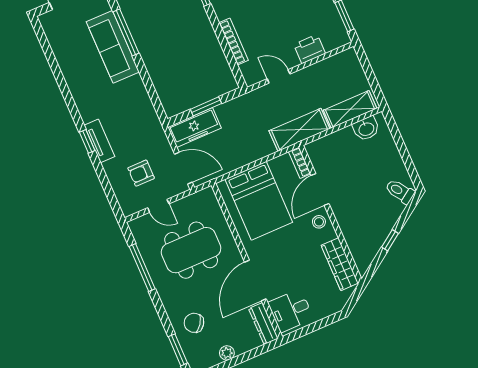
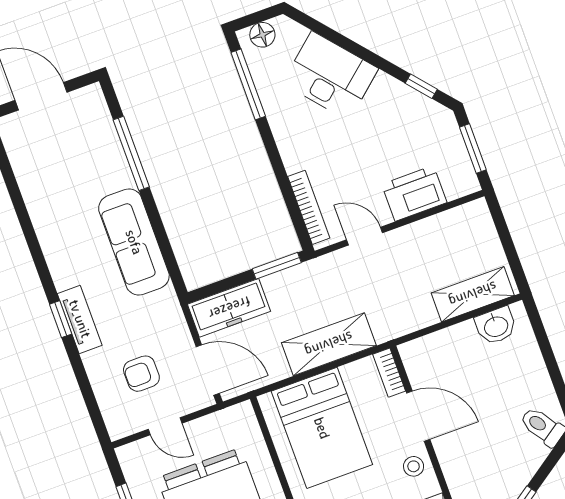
bookcase: (234, 42) -> (309, 207), moved
sofa: (113, 47) -> (134, 242), moved
printer: (310, 49) -> (414, 193), width x1.37, depth x1.19
window: (206, 106) -> (277, 266), moved
shelving: (299, 130) -> (329, 344), moved
door: (320, 190) -> (418, 416), swing flipped

